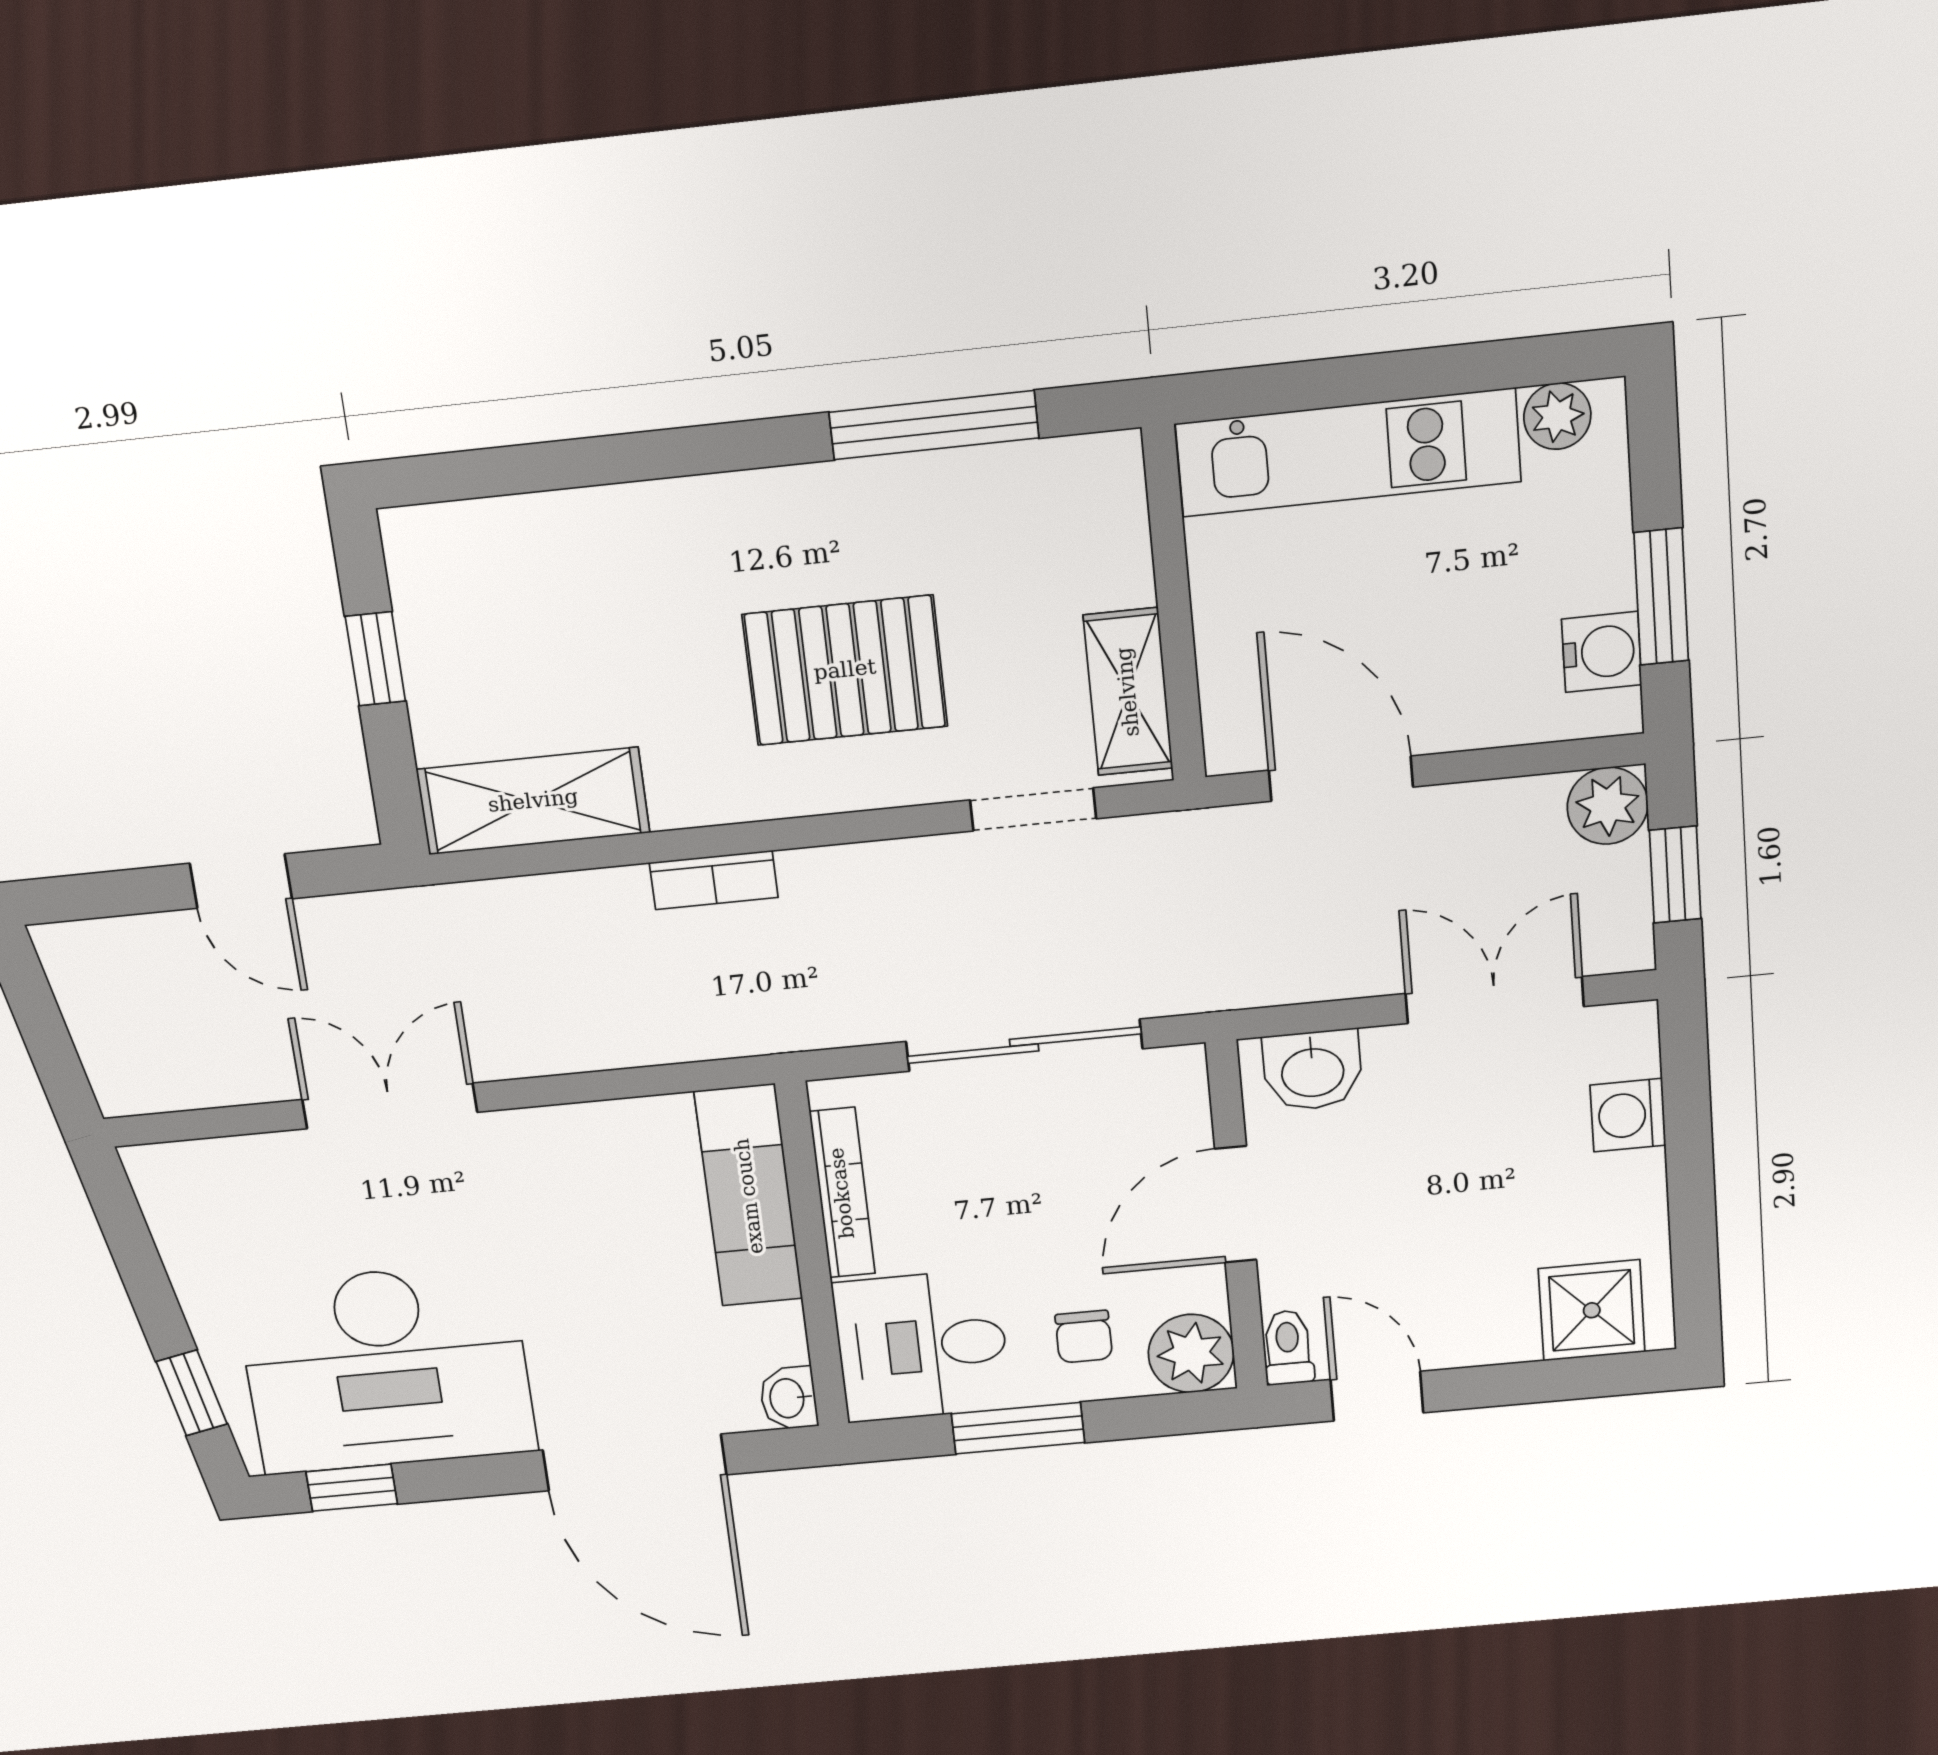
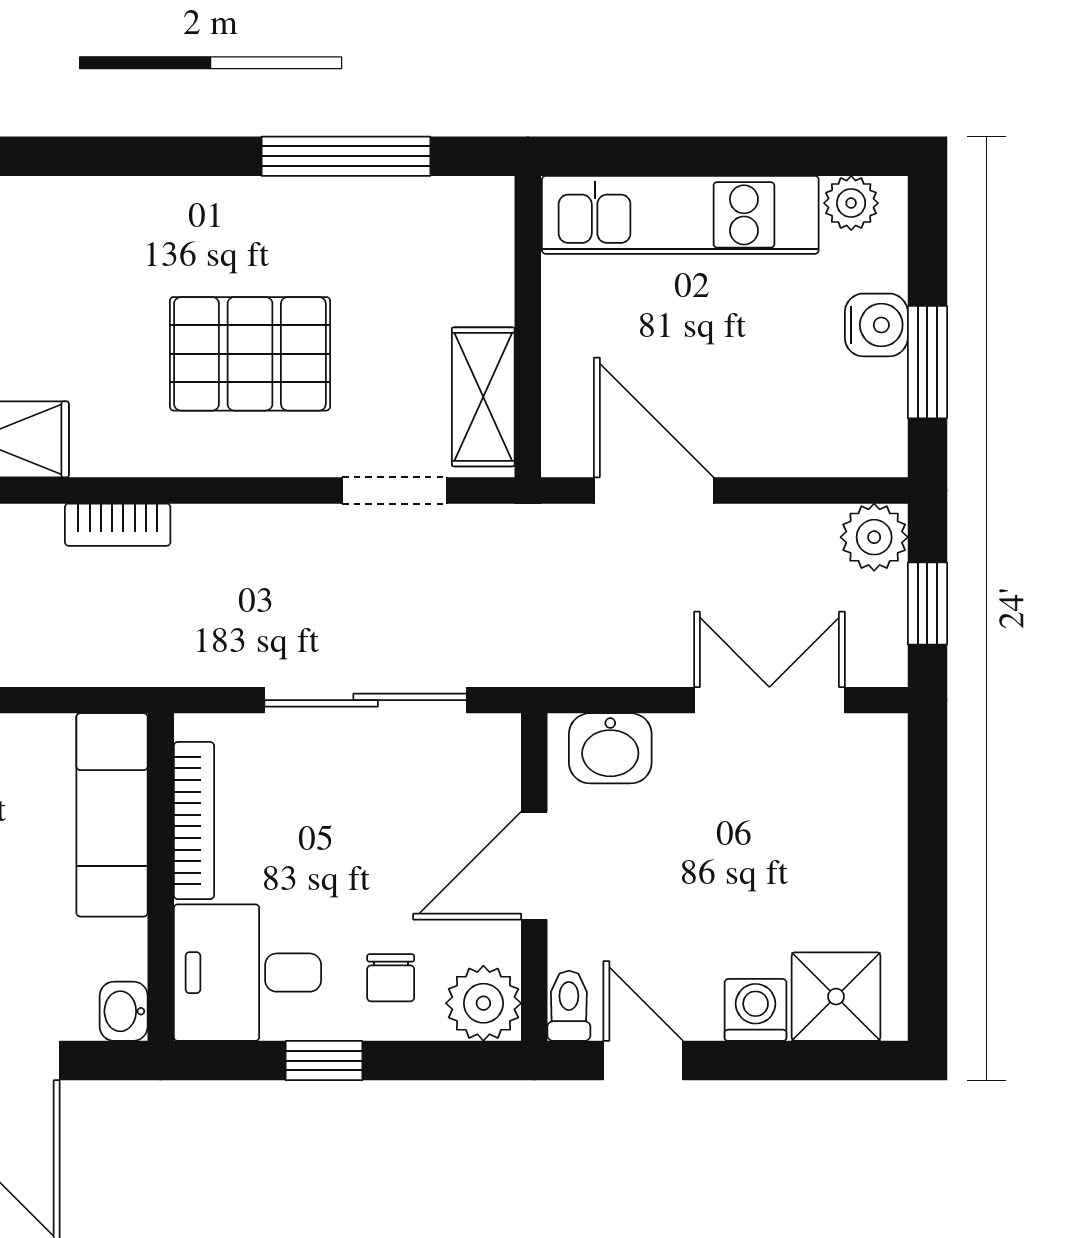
water cooler: (1602, 652) -> (876, 325), moved
washing machine: (1628, 1115) -> (756, 1010), moved, turned 90
window: (1018, 1428) -> (324, 1061), width x0.67

